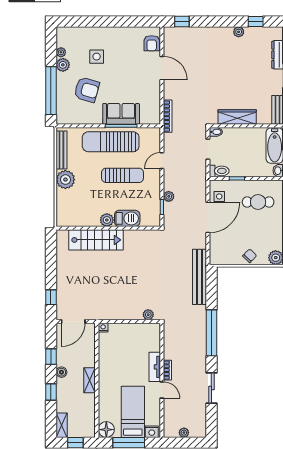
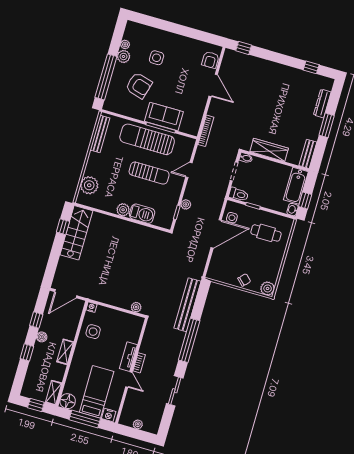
plant: (239, 32) -> (293, 72), removed
plant: (65, 180) -> (89, 185), moved
stairs: (96, 240) -> (76, 233), moved, turned -90
bench: (199, 277) -> (187, 305), moved
window: (51, 297) -> (63, 227), moved
side table: (112, 352) -> (93, 332), added
shelving: (62, 425) -> (54, 393), moved

